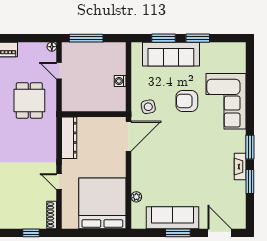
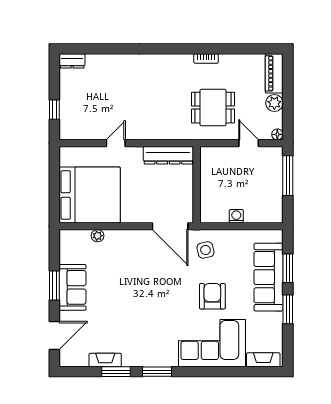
plant: (26, 49) -> (274, 103), added
fireplace: (240, 59) -> (263, 360), added
door: (59, 71) -> (249, 143), hinge flipped
fireplace: (240, 167) -> (105, 360), moved
shoe rack: (52, 215) -> (76, 134), removed
sofa: (173, 218) -> (73, 287), width x0.73

